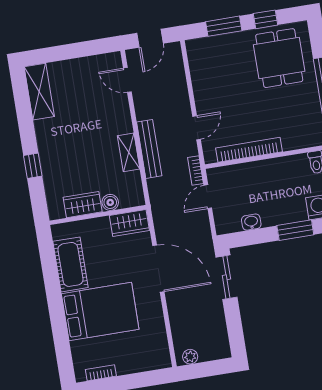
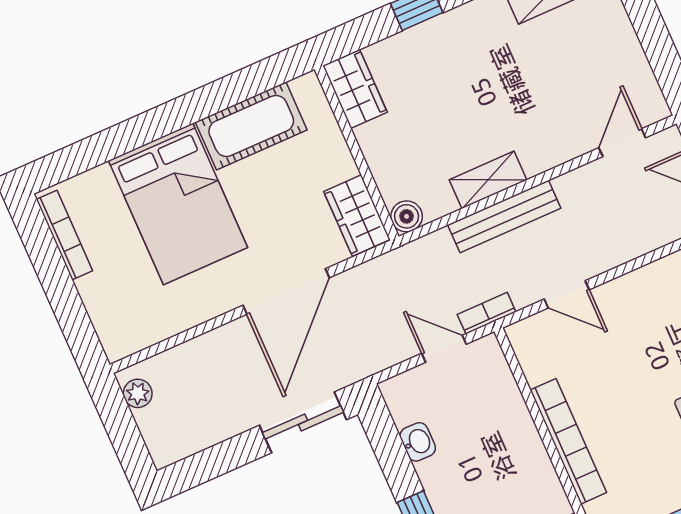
bookcase: (249, 150) -> (568, 441), moved
boiler: (110, 202) -> (407, 216), moved
wardrobe: (83, 205) -> (355, 89), moved
bookcase: (101, 373) -> (64, 235), width x1.56

